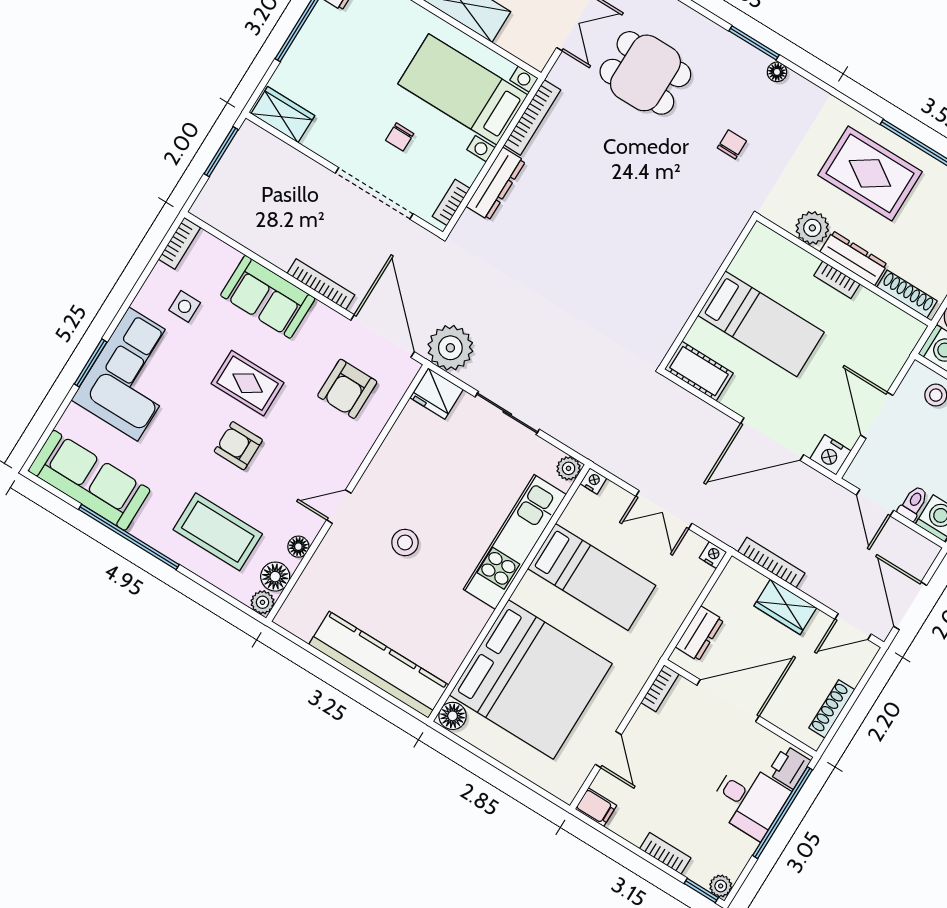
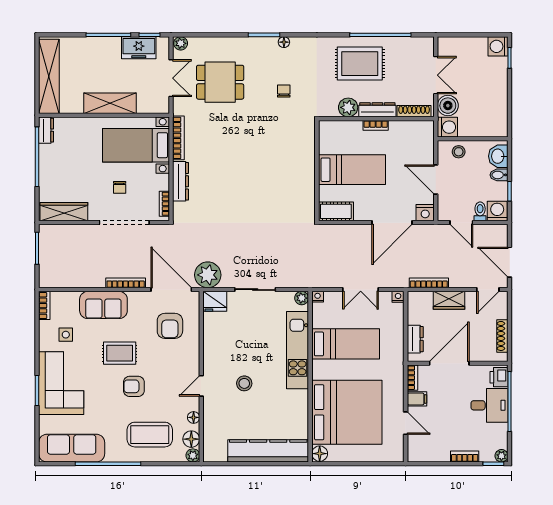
wardrobe: (283, 115) -> (64, 212), width x1.50
filing cabinet: (596, 807) -> (417, 399), moved

